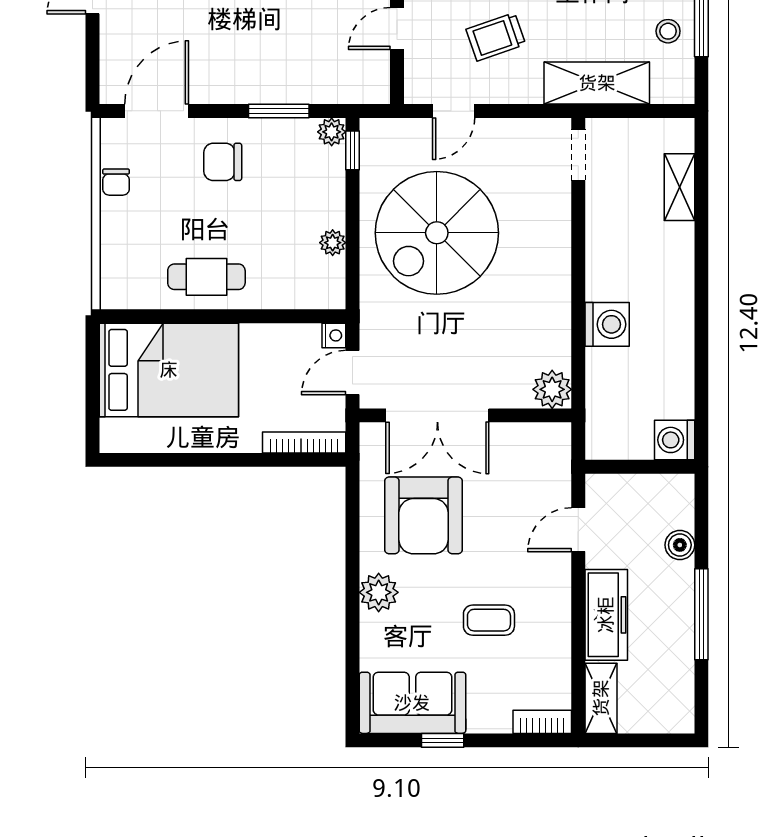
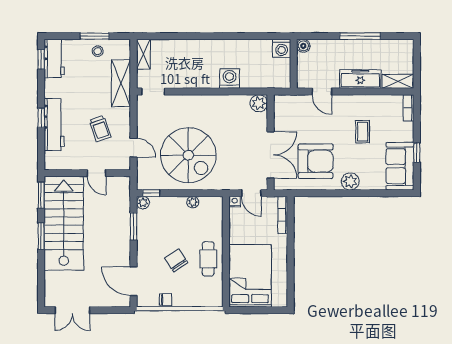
chair: (223, 162) -> (176, 260), moved, turned 147
shelving: (679, 187) -> (143, 54), moved, turned 90
boiler: (680, 545) -> (303, 46), moved

